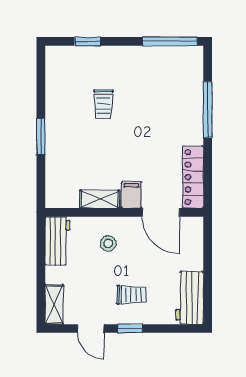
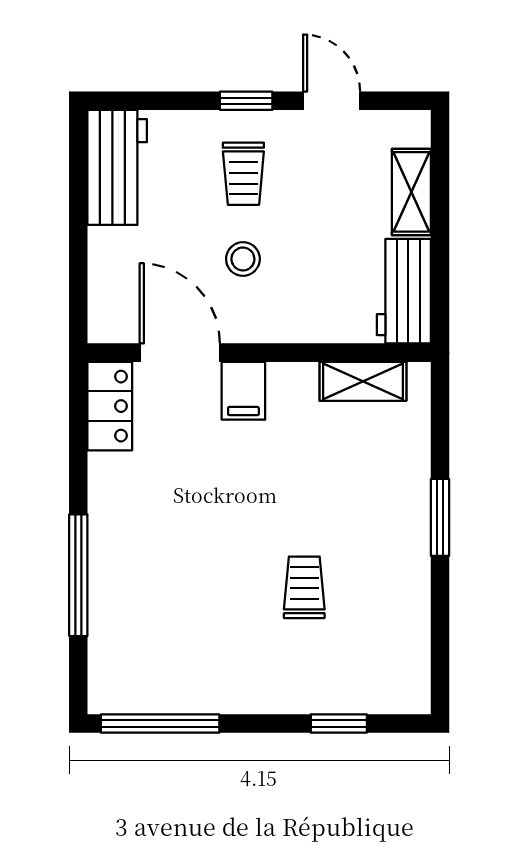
locker: (193, 177) -> (110, 406), width x0.66
shelving: (100, 199) -> (363, 381), moved
stool: (108, 243) -> (243, 259), moved
trolley: (132, 295) -> (243, 174), turned -90
shelving: (54, 304) -> (411, 192), moved

